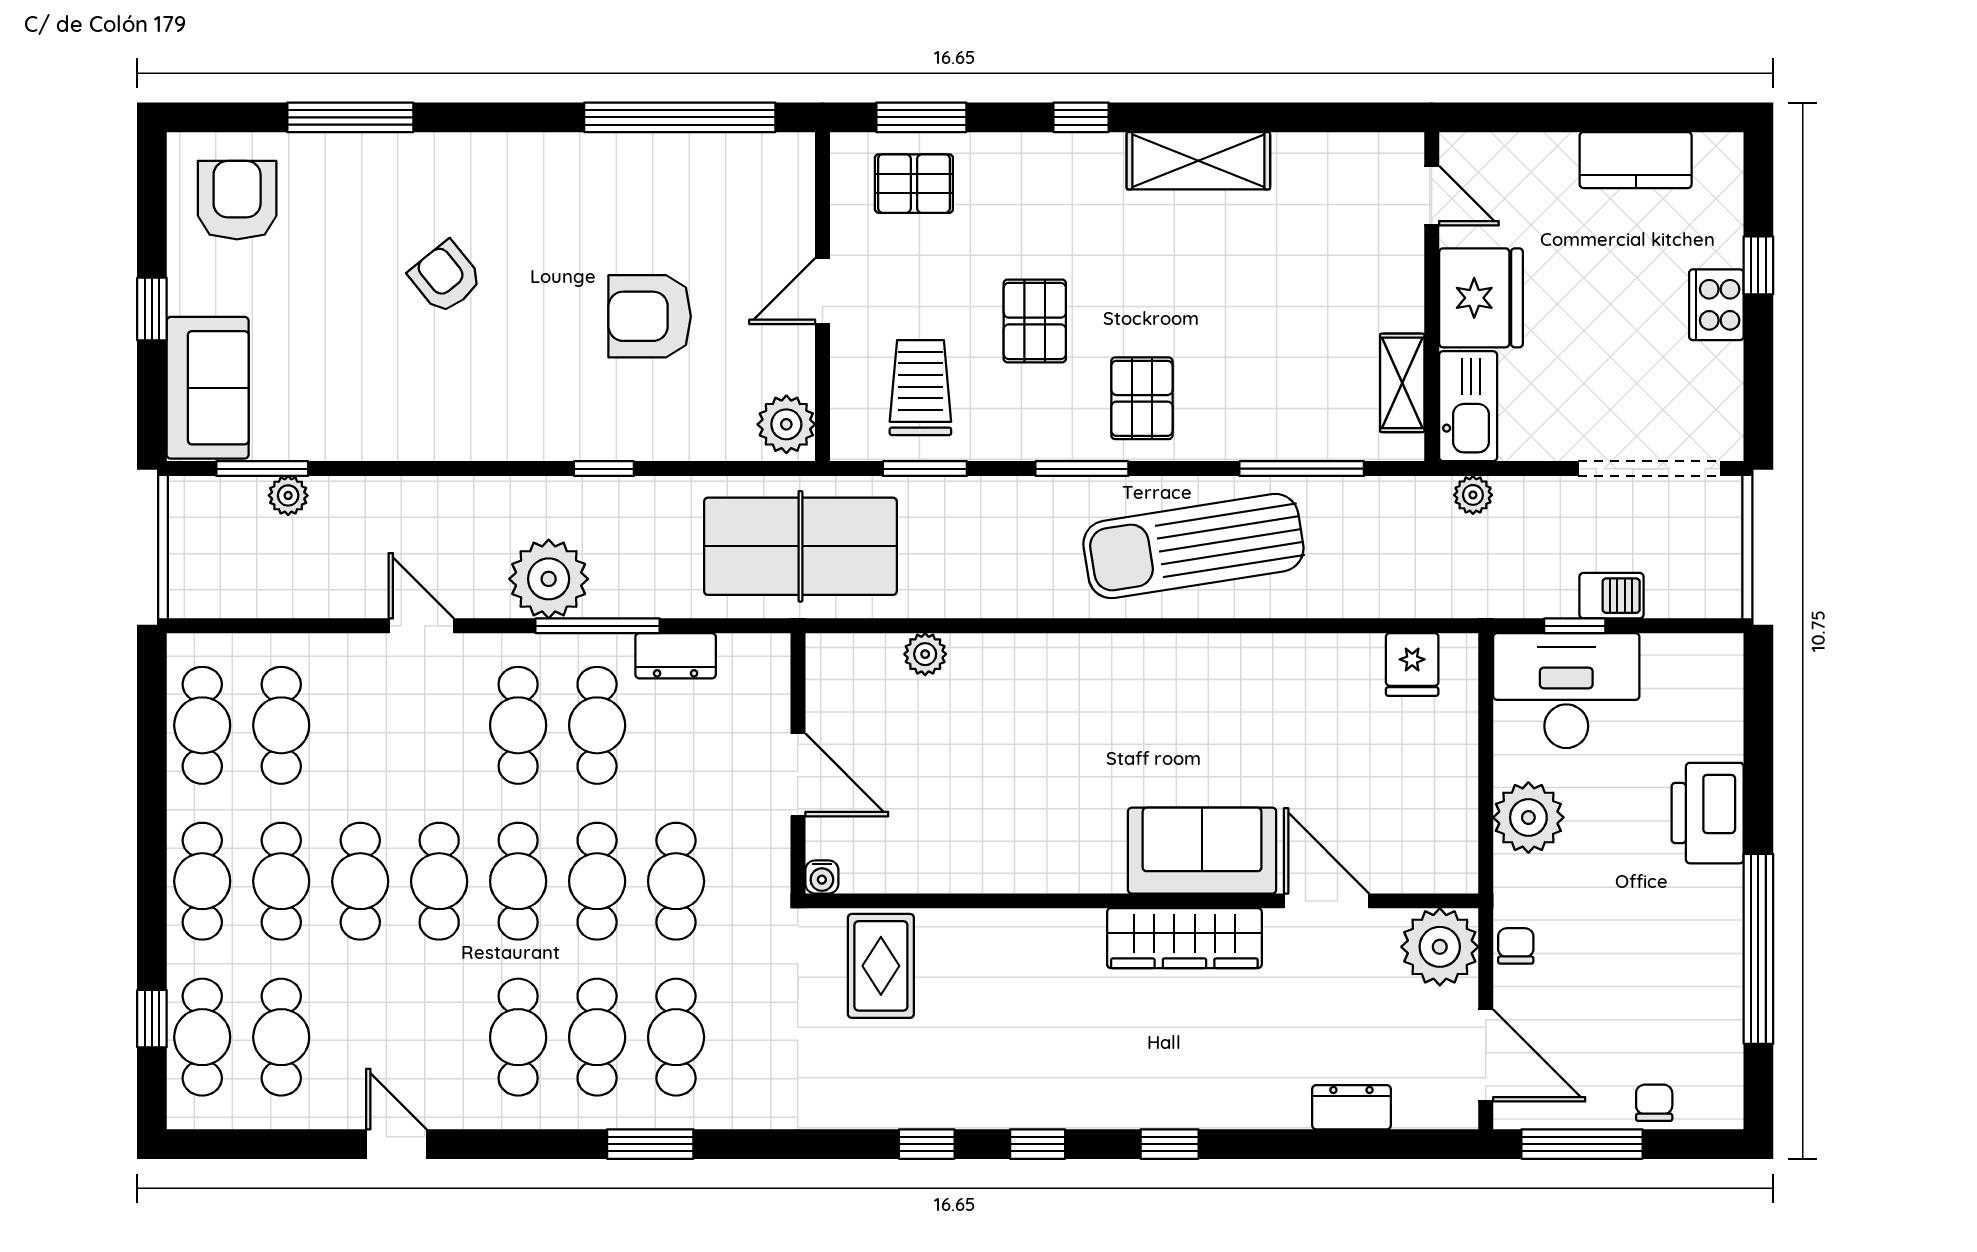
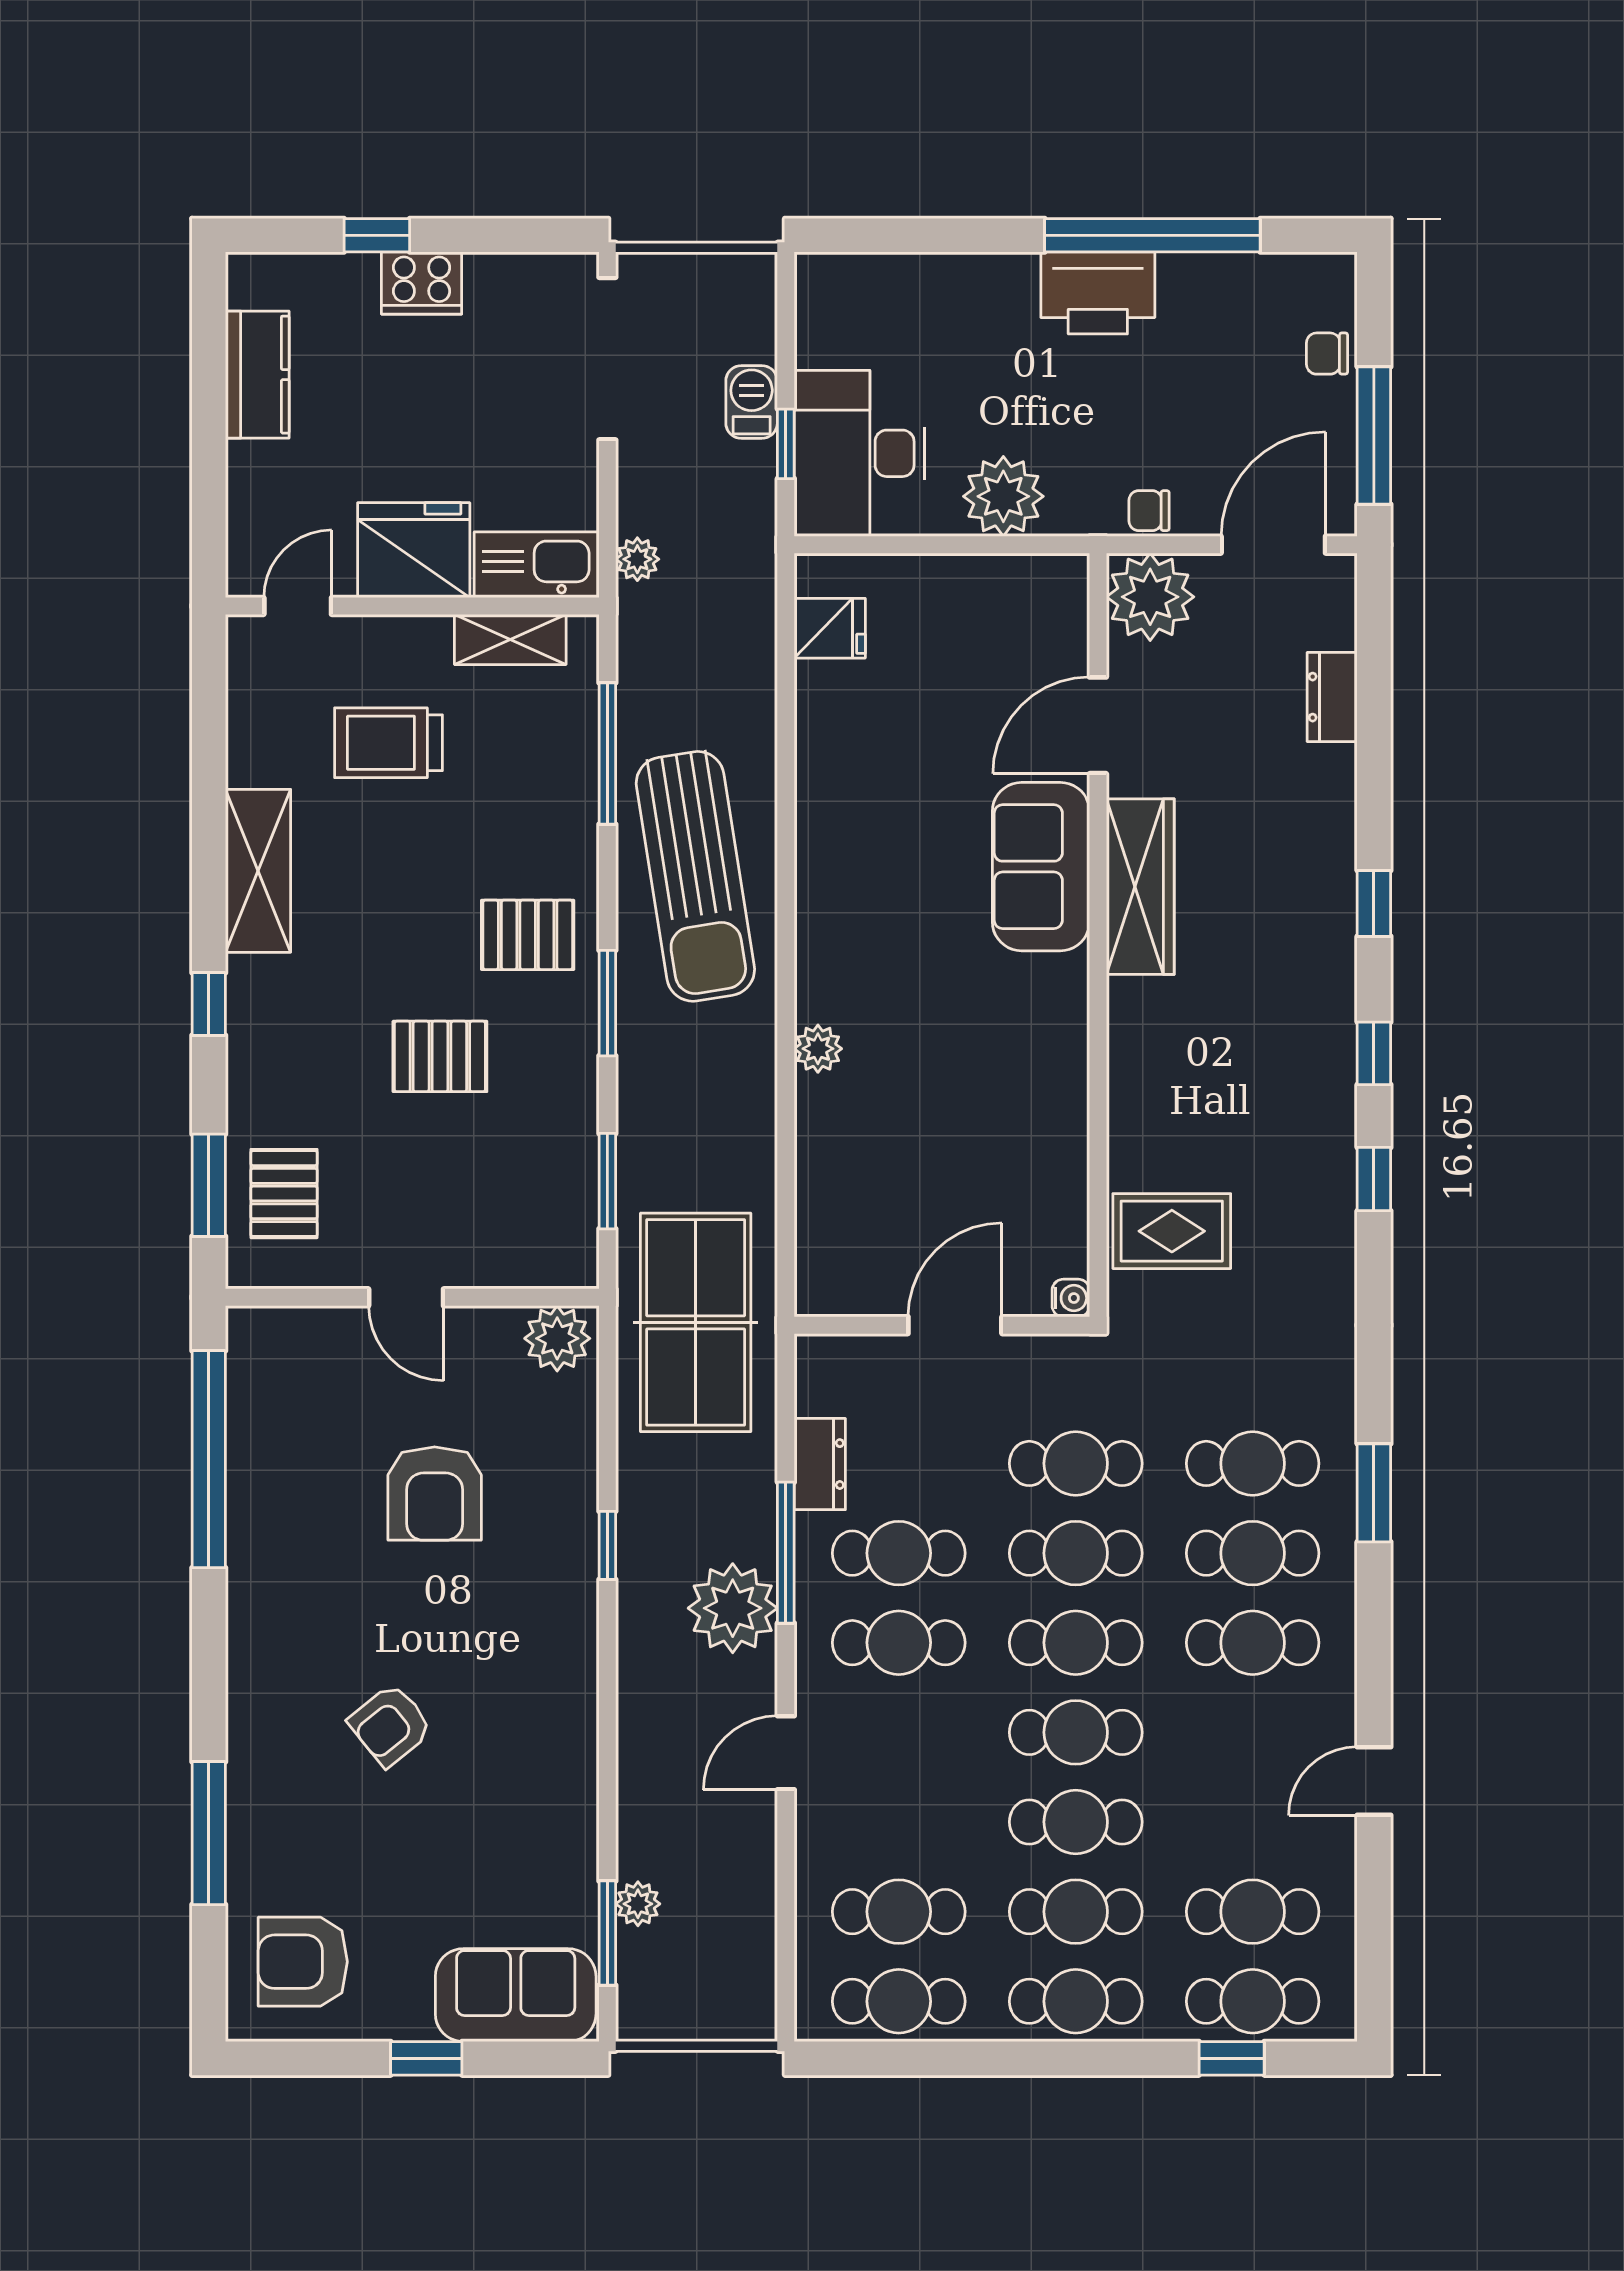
trolley: (920, 388) -> (388, 743), moved
plant: (925, 654) -> (818, 1049), moved
printer: (1708, 813) -> (1098, 293), moved

